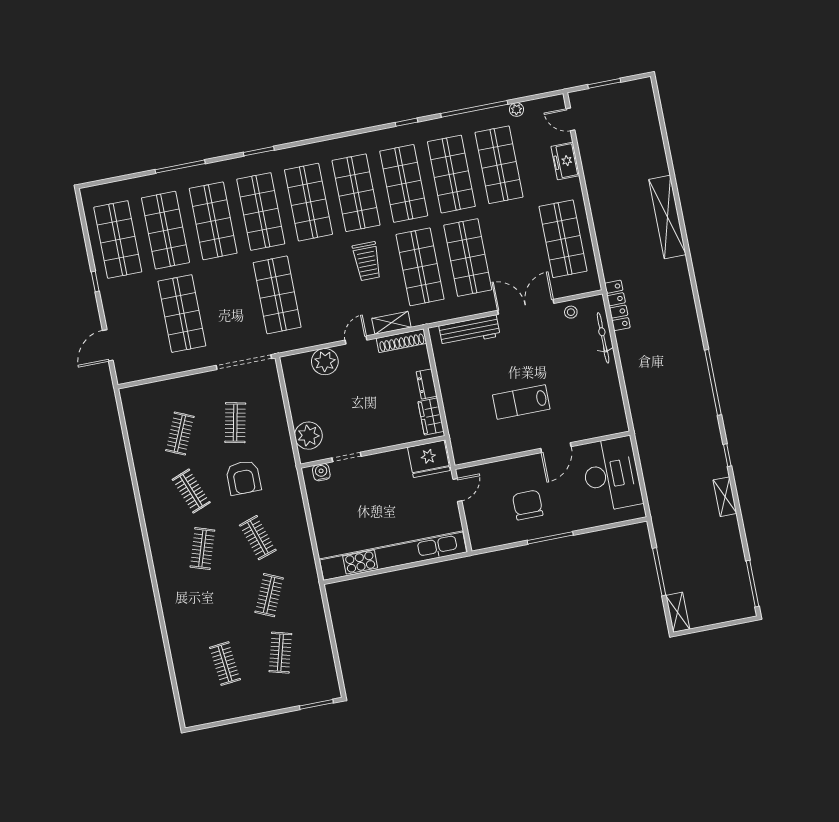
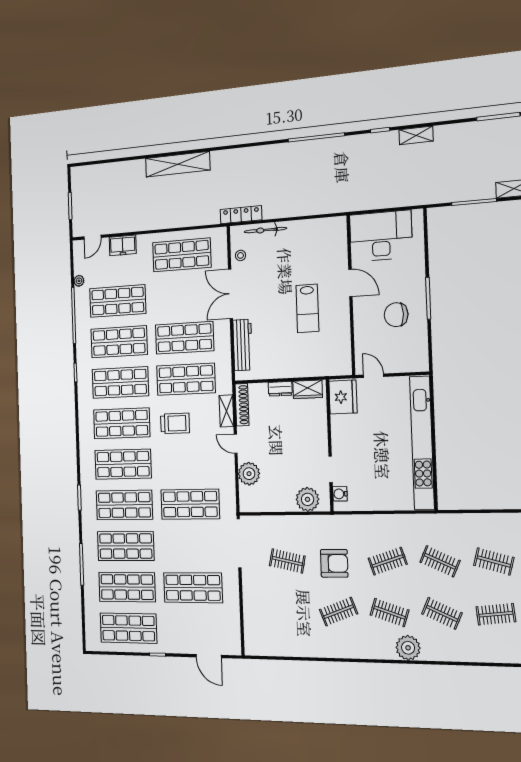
clothes rail: (180, 434) -> (442, 613), moved
plant: (169, 575) -> (408, 648), added

